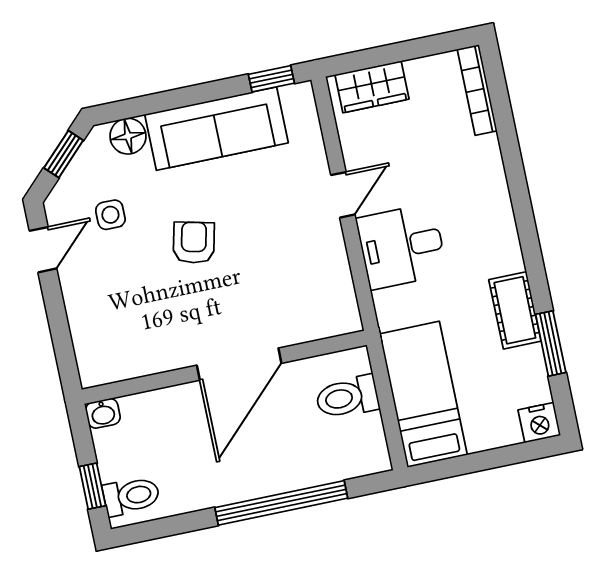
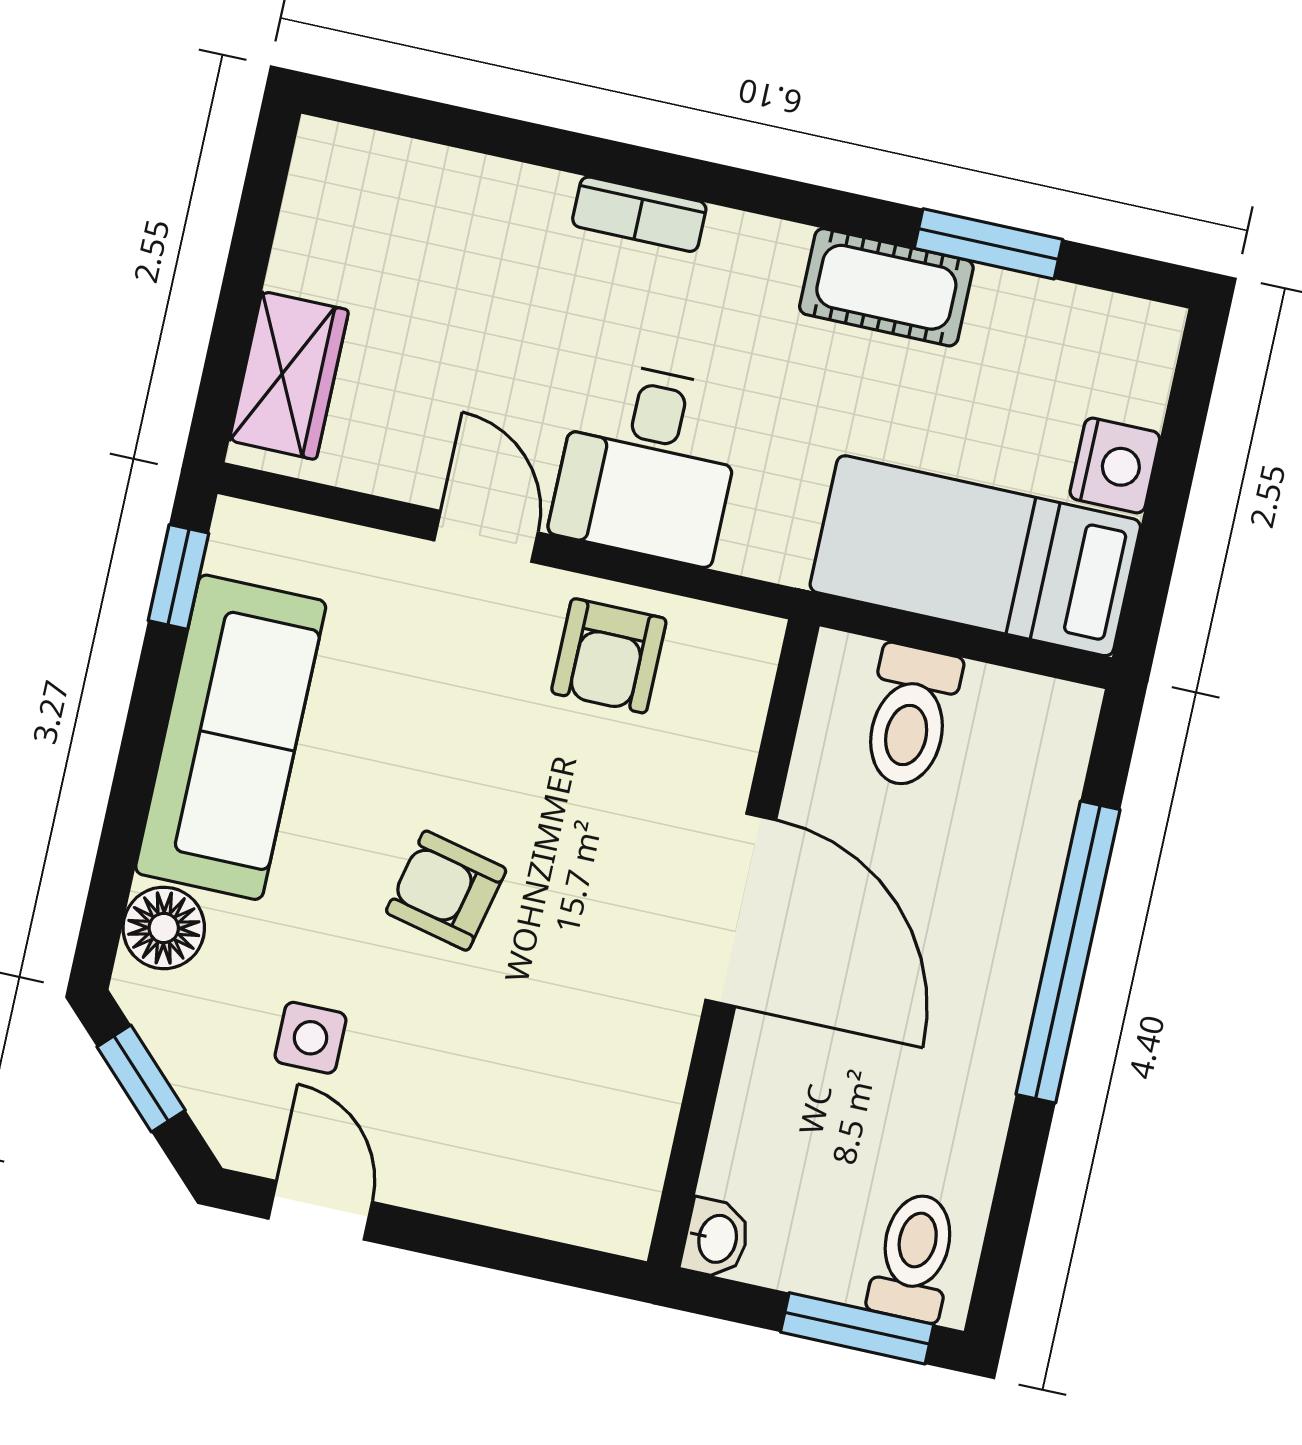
bookcase: (477, 90) -> (639, 214), moved, width x0.64
armchair: (317, 266) -> (609, 656), added
nightstand: (539, 423) -> (1115, 465), moved
window: (92, 486) -> (857, 1328), width x1.50

